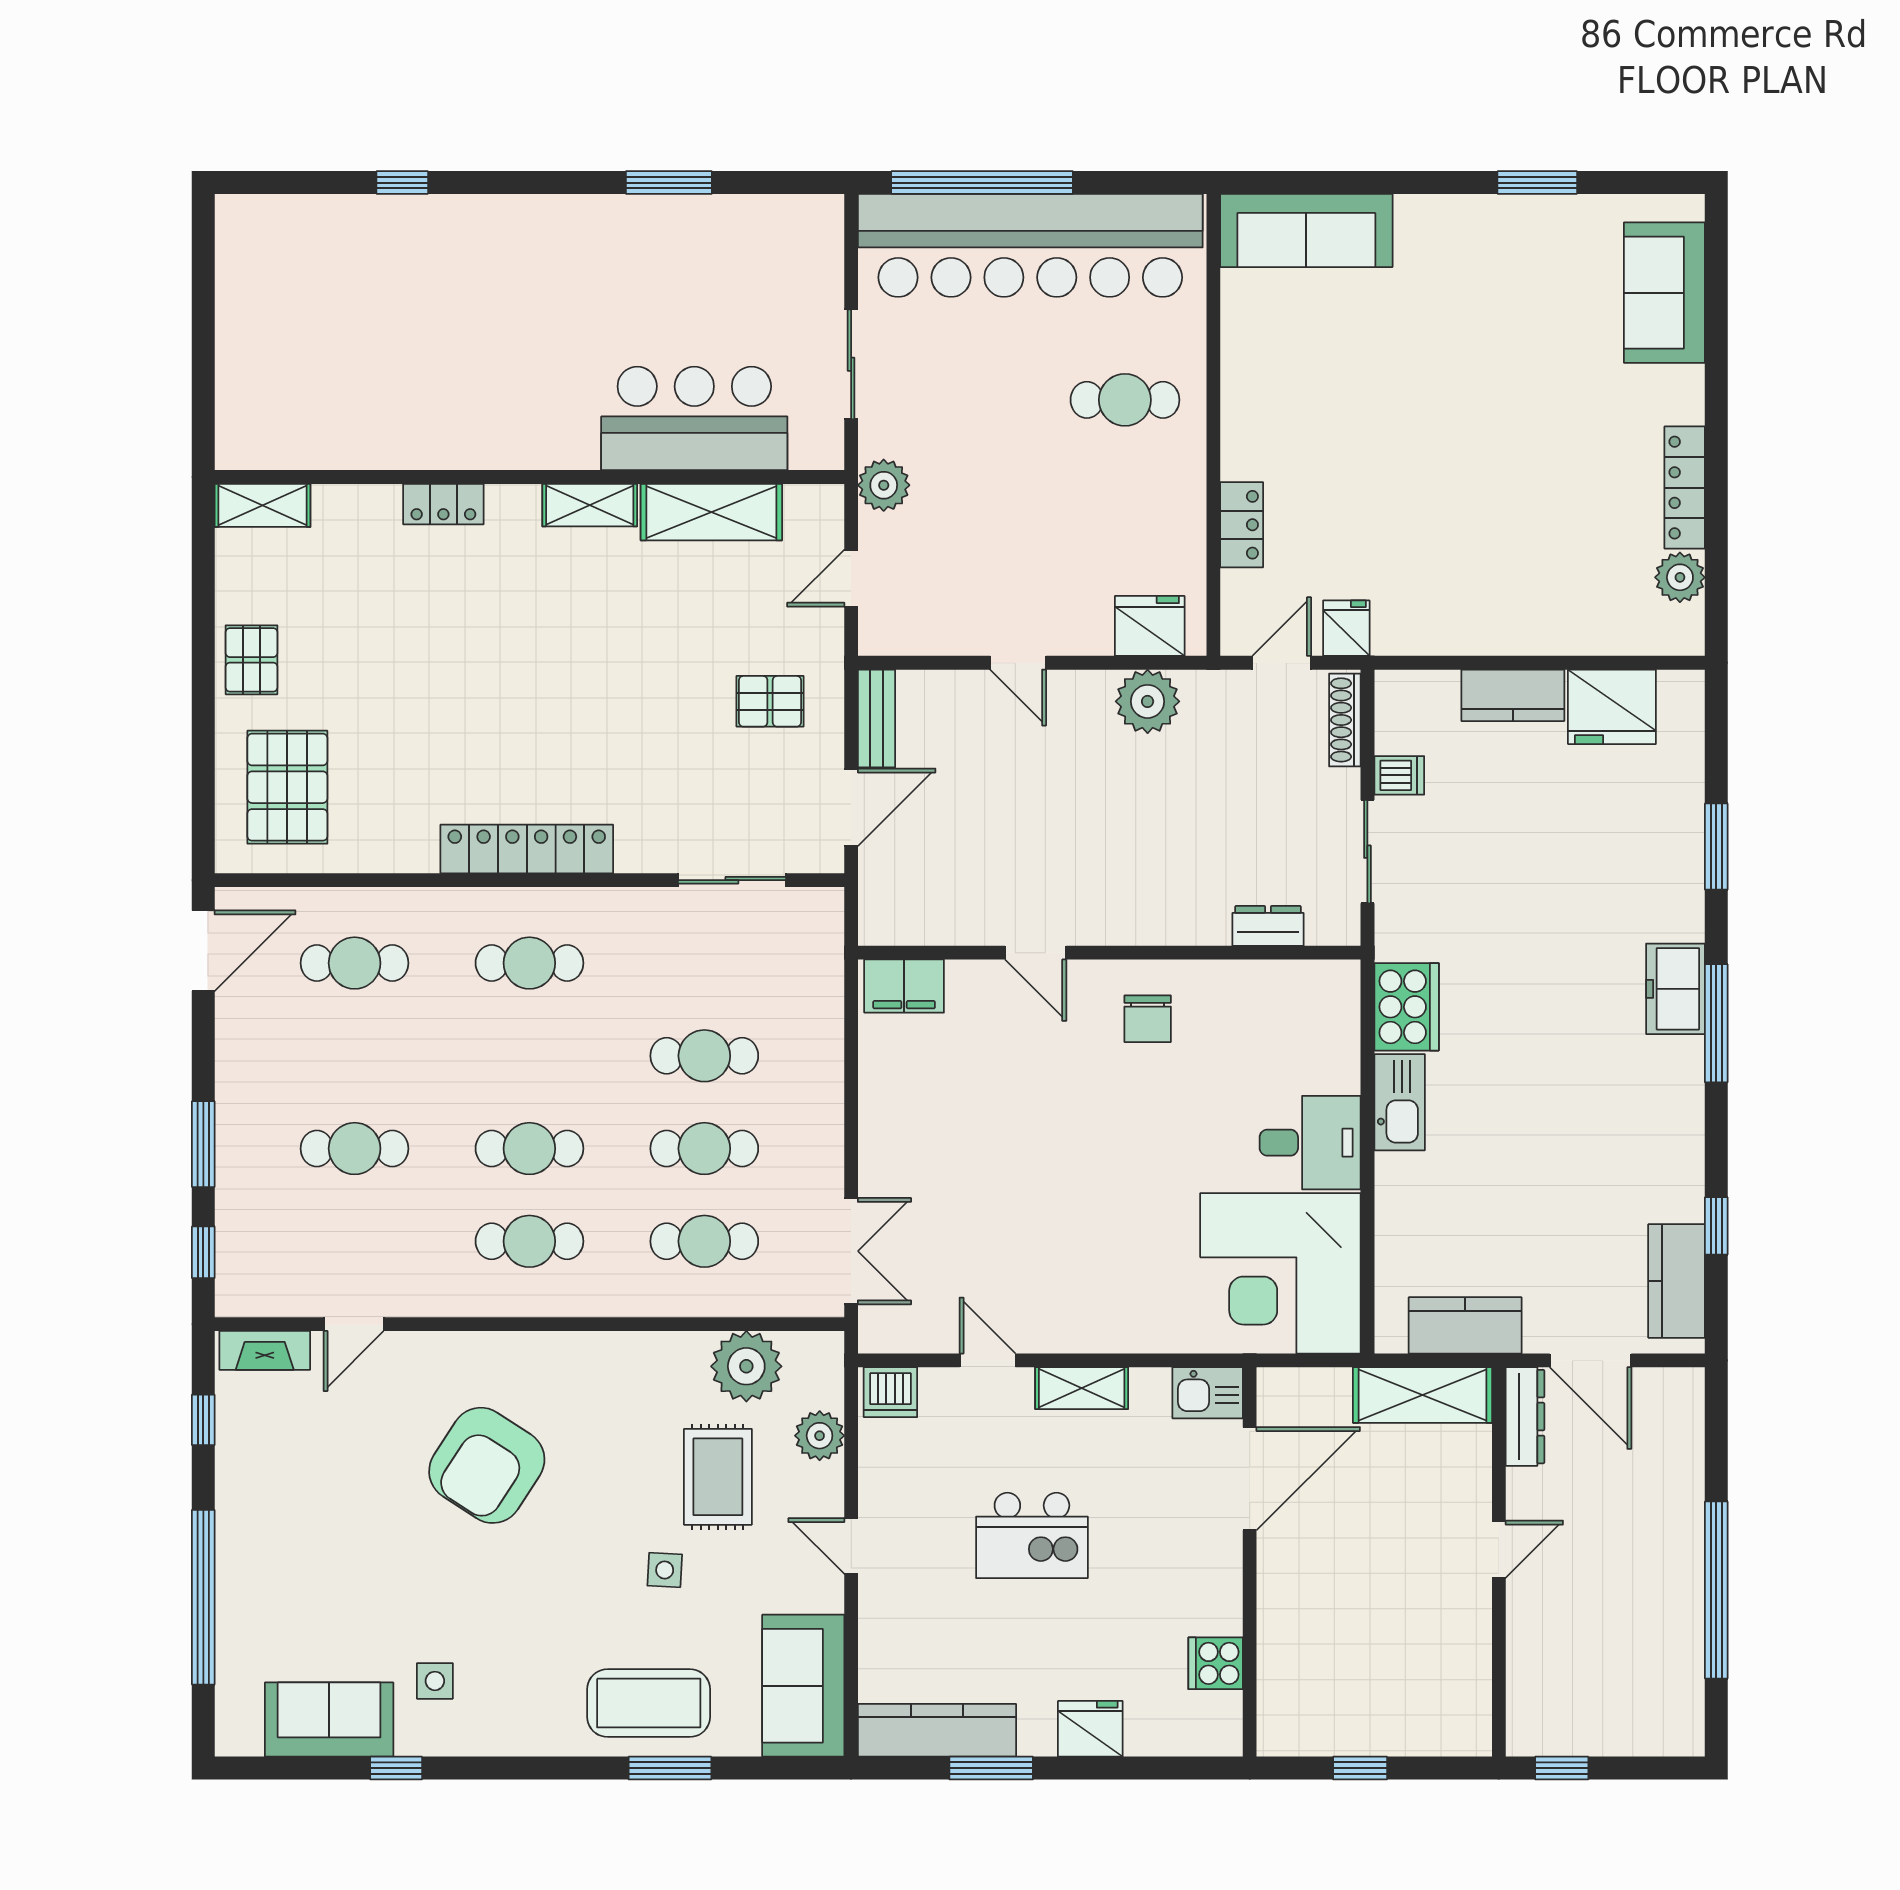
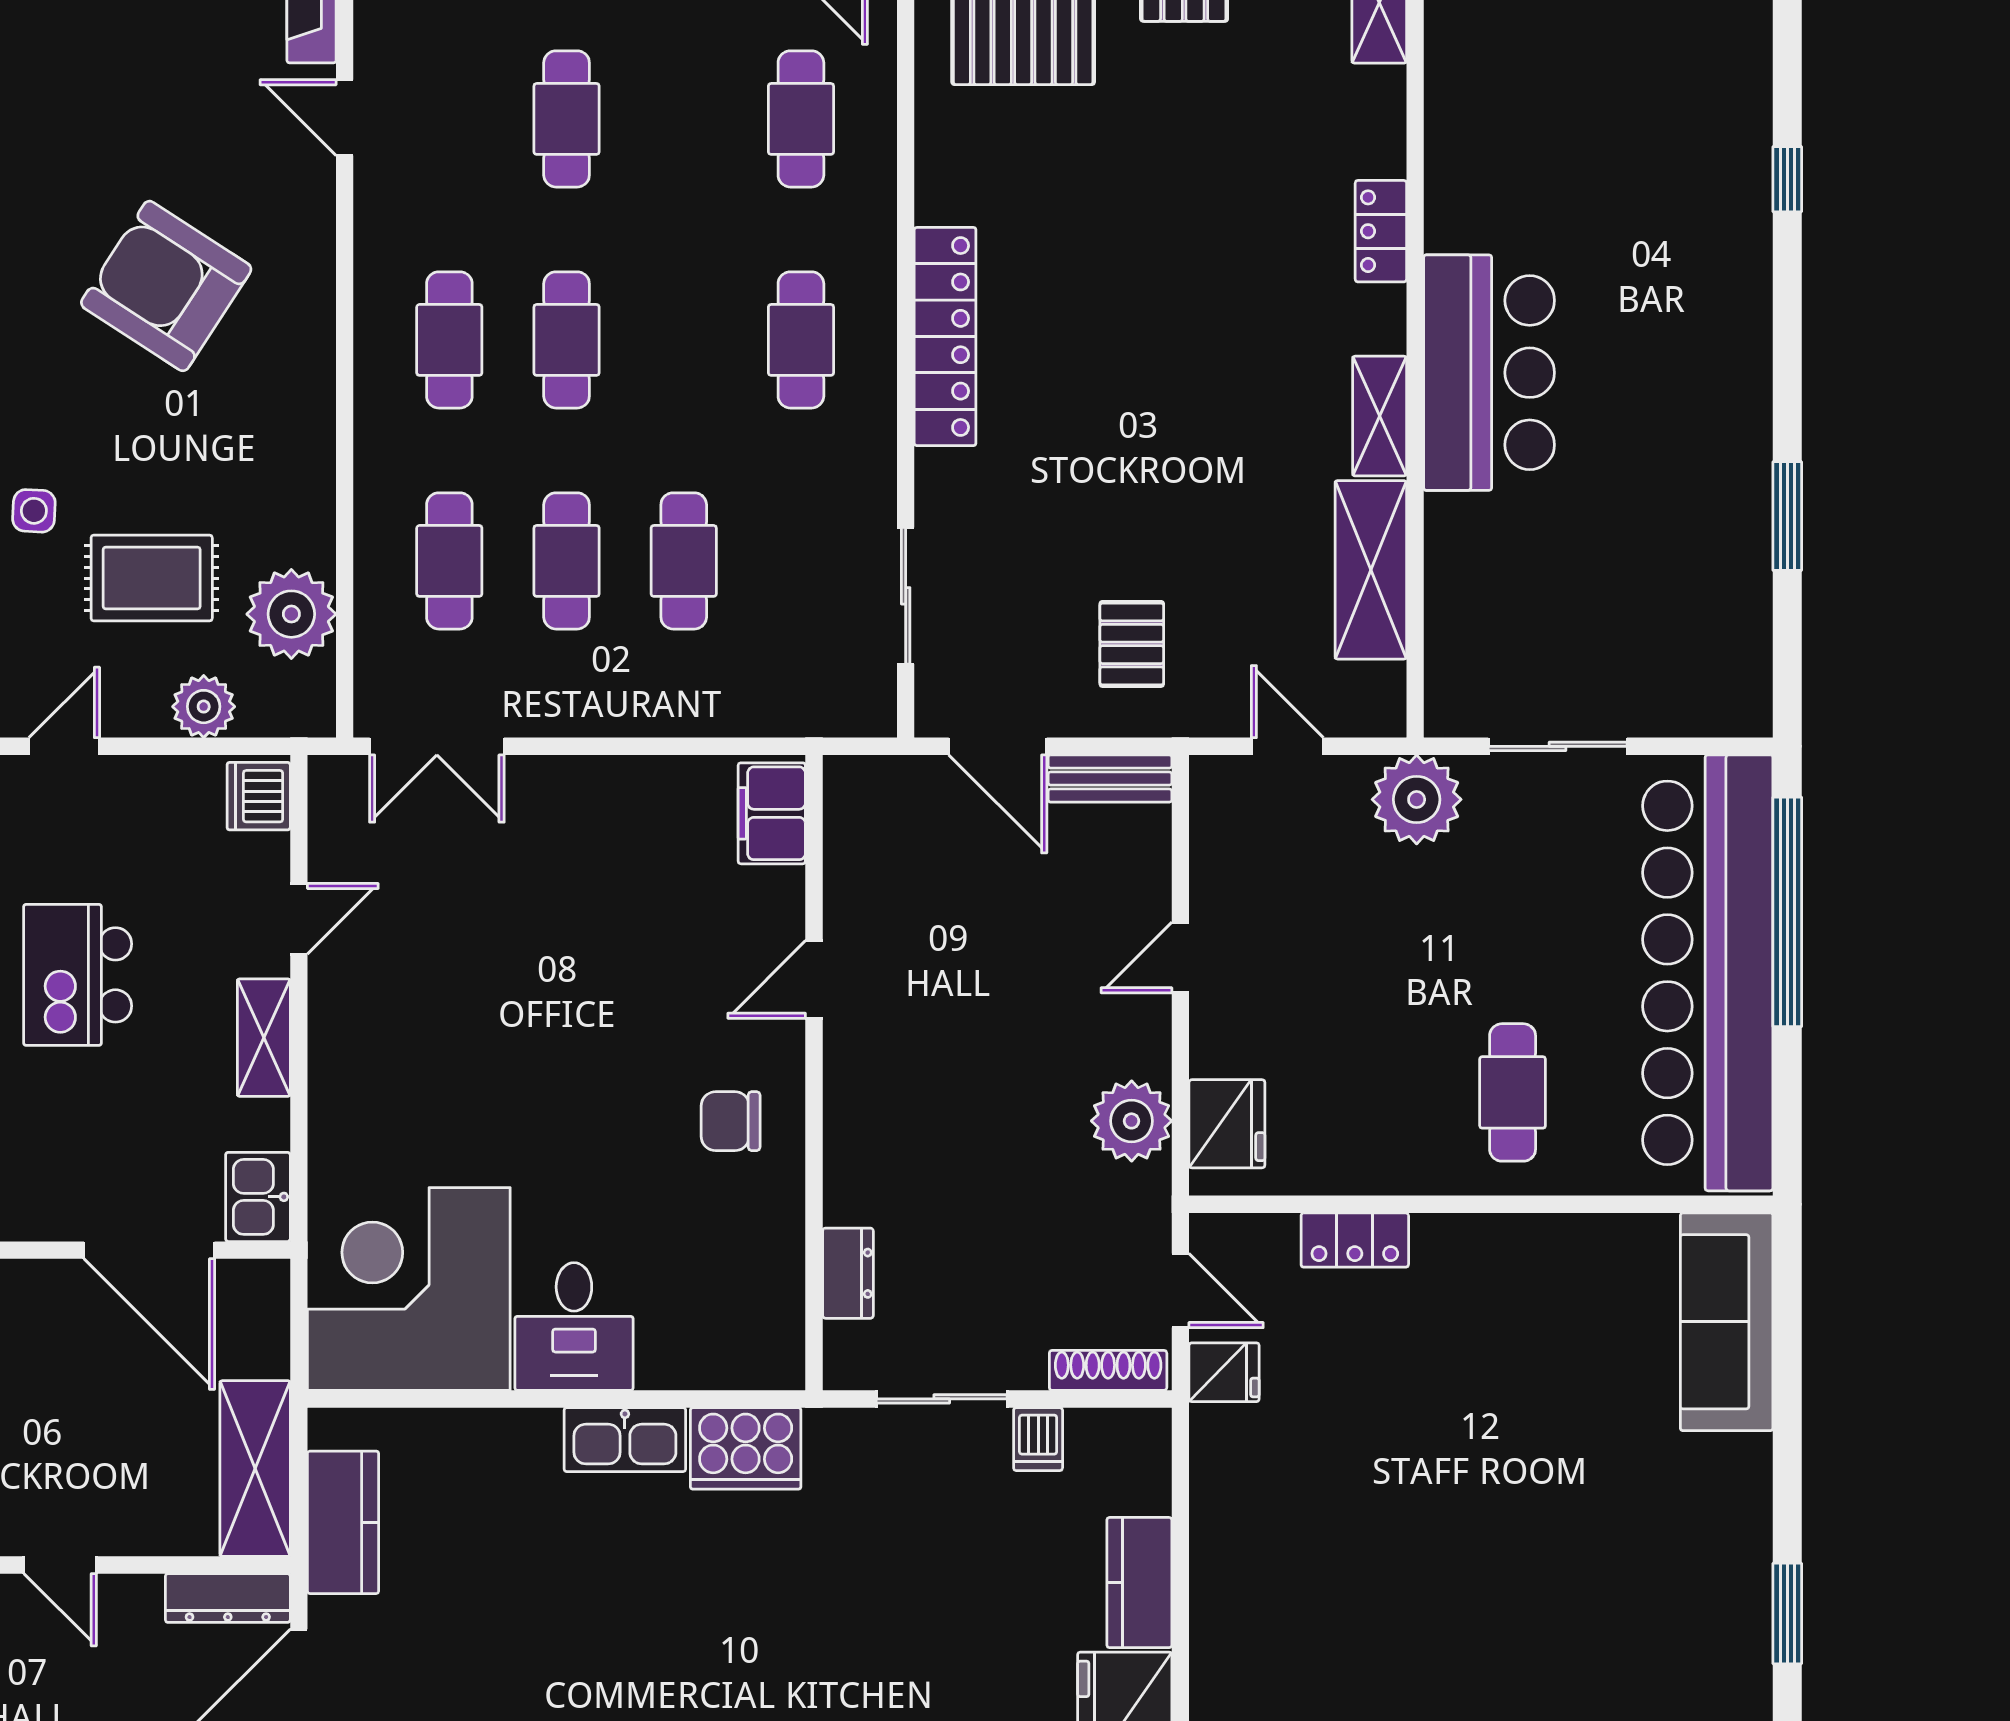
bar counter: (694, 418) -> (1489, 373), moved
plant: (884, 485) -> (1417, 799), width x1.36, depth x1.36

